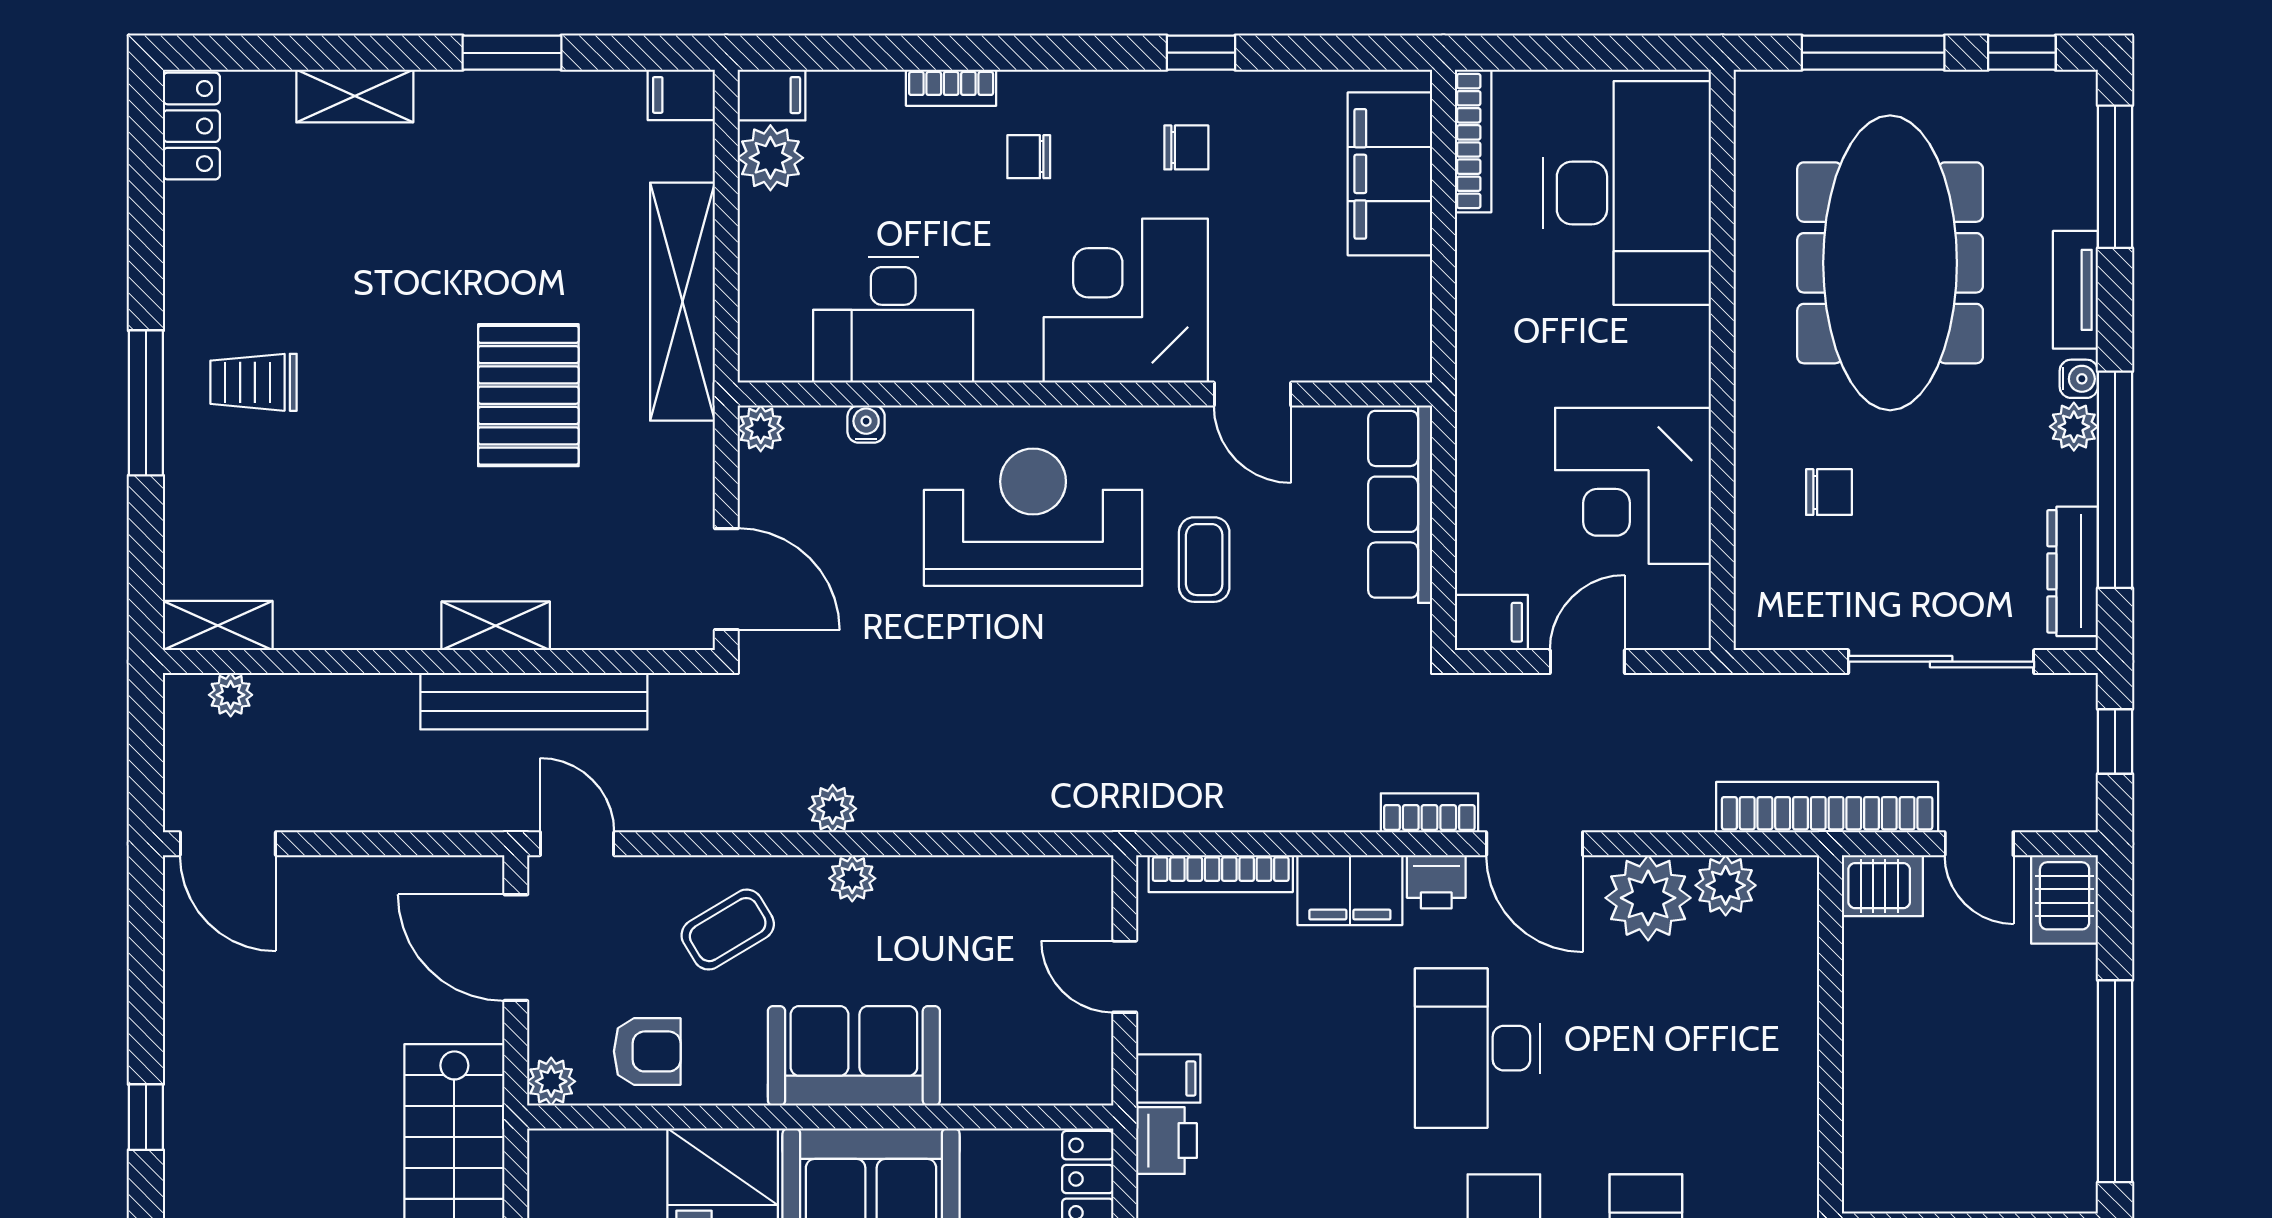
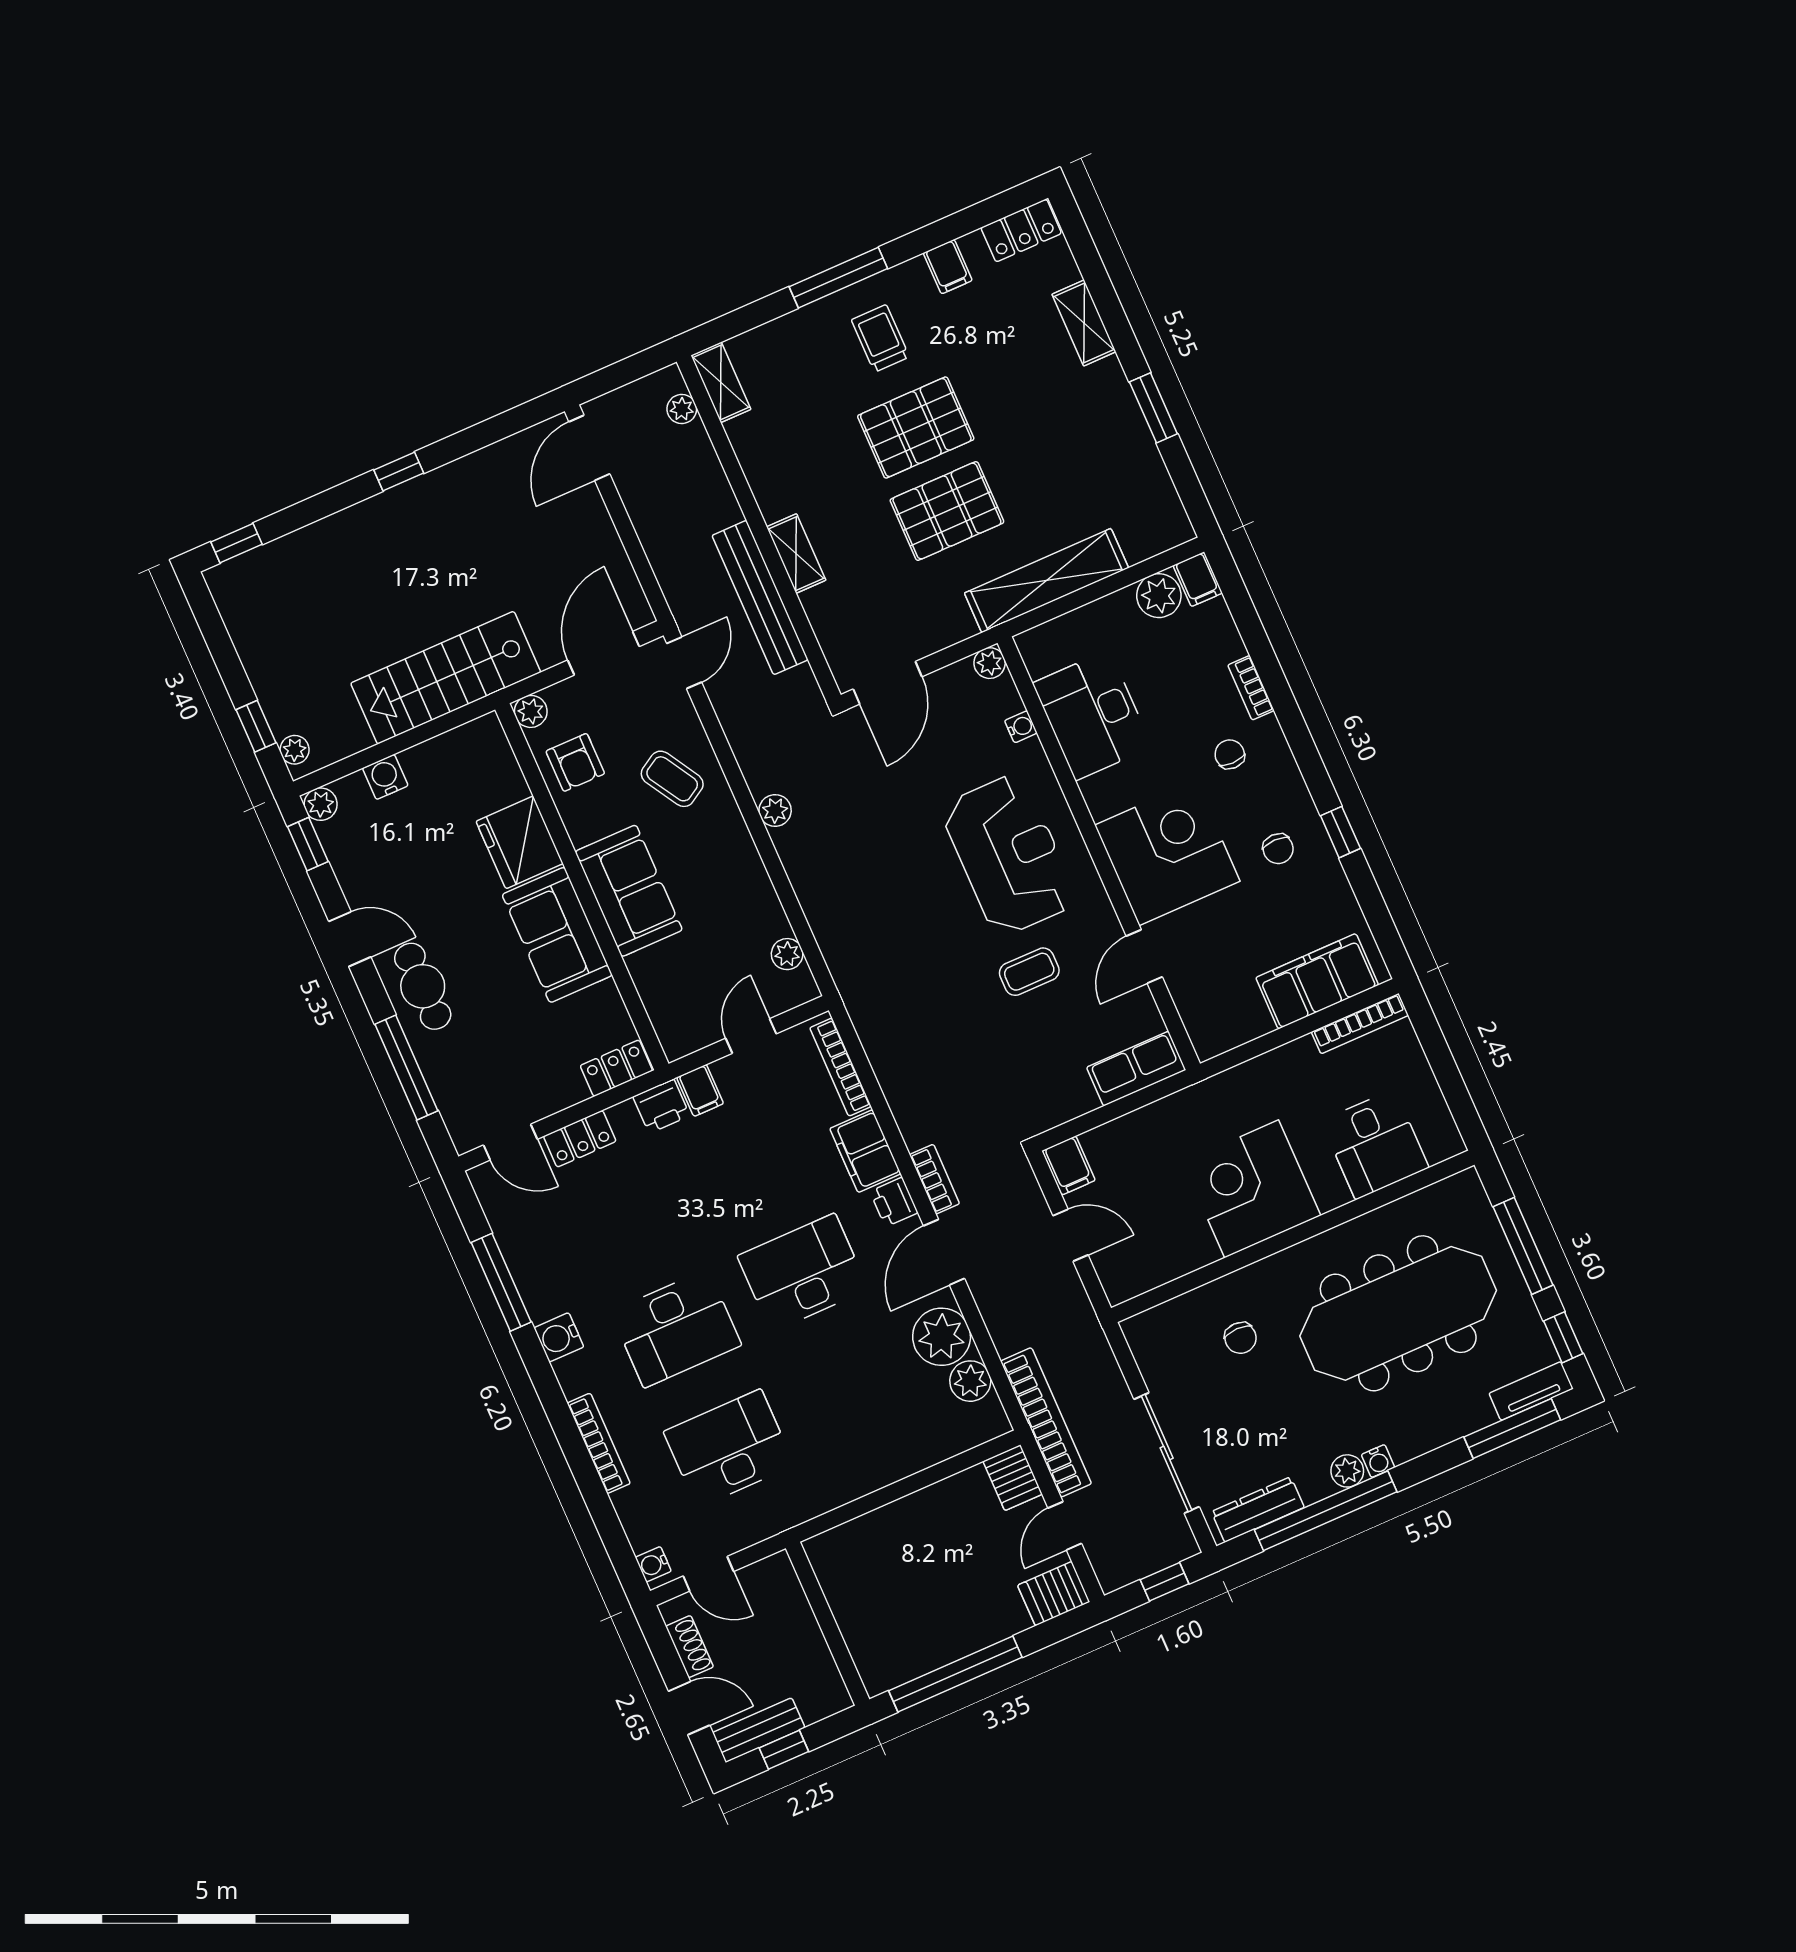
filing cabinet: (681, 95) -> (948, 267), moved, turned 180
desk: (1627, 193) -> (1375, 1144), width x0.53, depth x0.77
tv unit: (2075, 290) -> (1531, 1391), moved
pallet: (396, 387) -> (916, 427), added
corner desk: (1633, 486) -> (1252, 1189), moved
row of seats: (1400, 504) -> (1136, 1069), width x0.68
plant: (852, 878) -> (787, 954), moved

